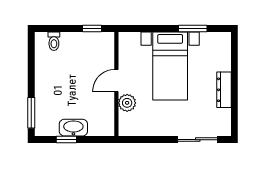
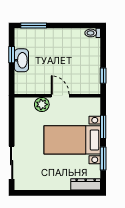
window: (154, 28) -> (103, 127), added
toilet: (54, 41) -> (93, 33), moved
dresser: (224, 90) -> (86, 184), moved

